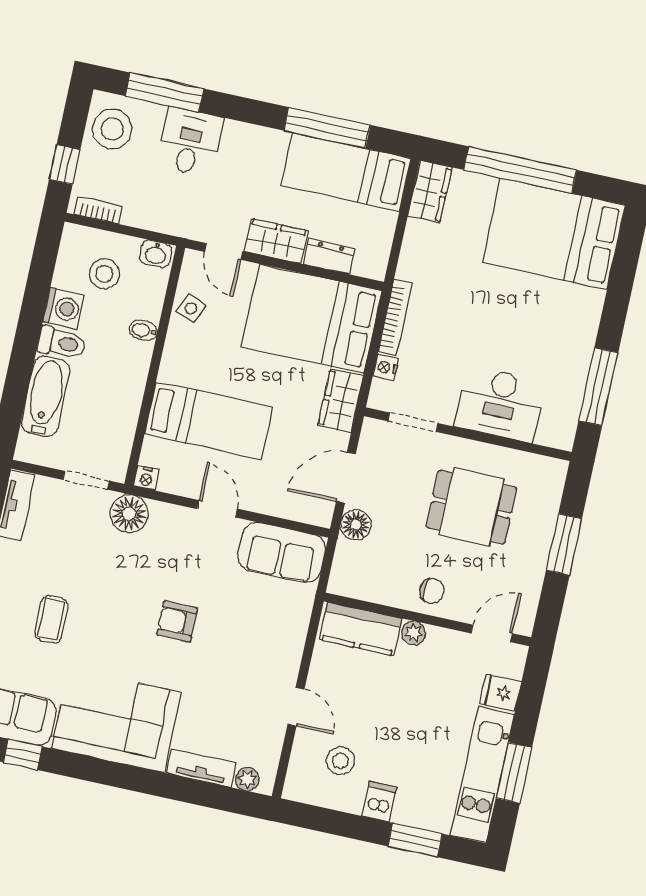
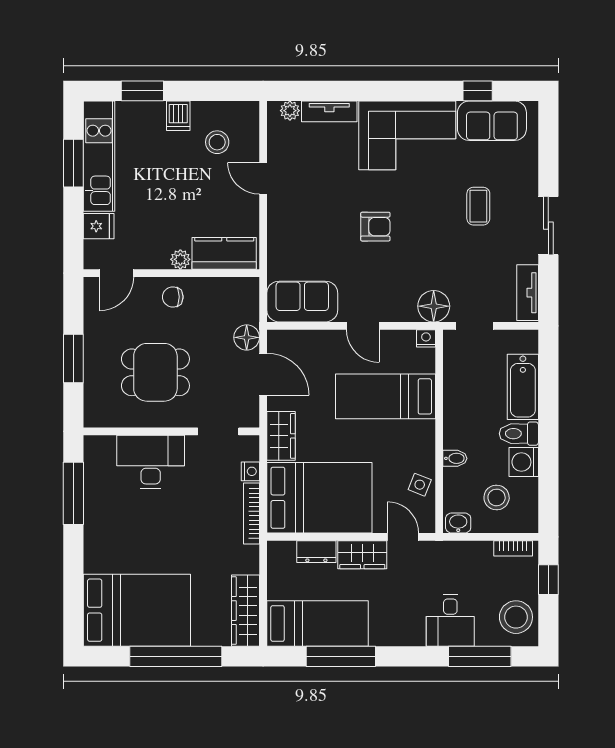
wardrobe: (430, 192) -> (246, 611), width x1.50
door: (346, 478) -> (263, 374), hinge flipped

